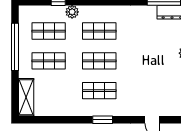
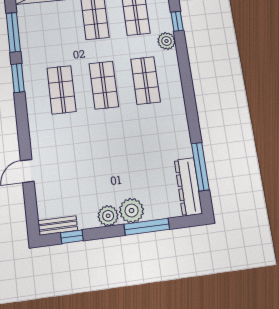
window: (54, 120) -> (13, 32), added
window: (103, 120) -> (18, 78), moved

